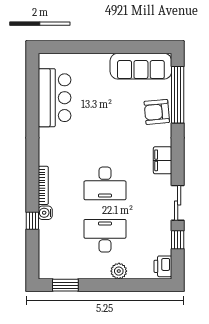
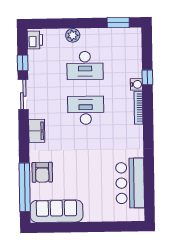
armchair: (157, 112) -> (42, 172), turned 95

